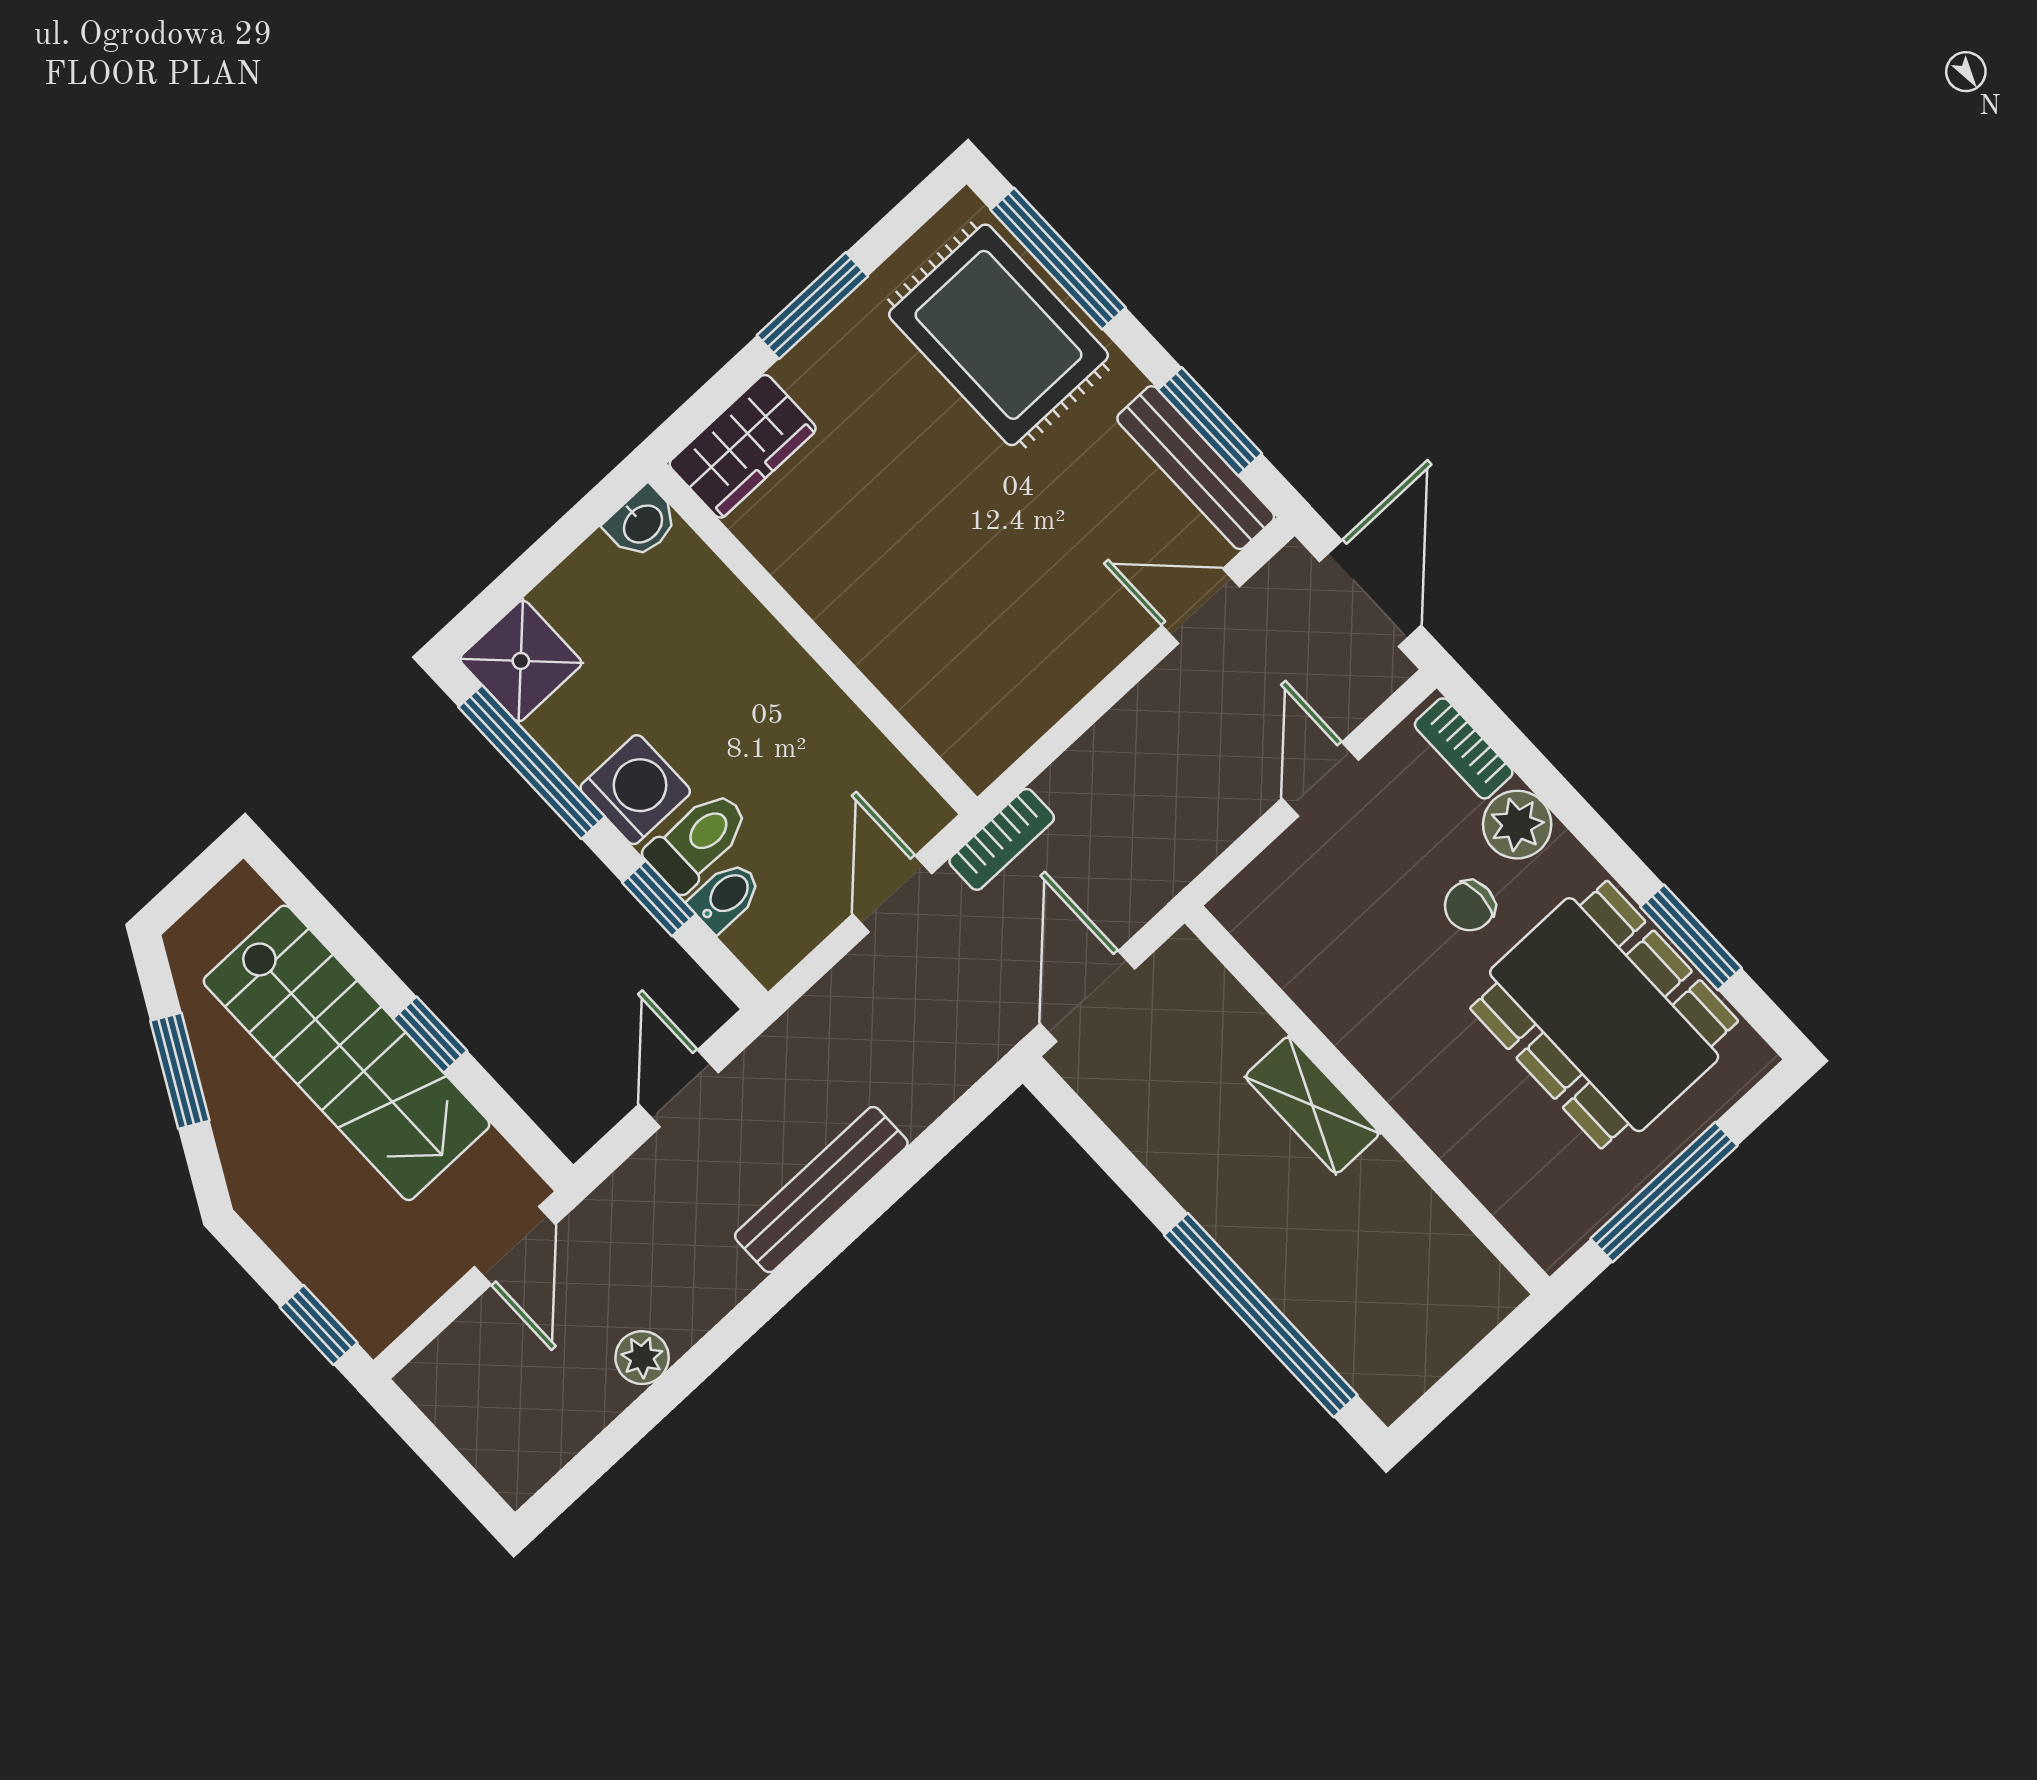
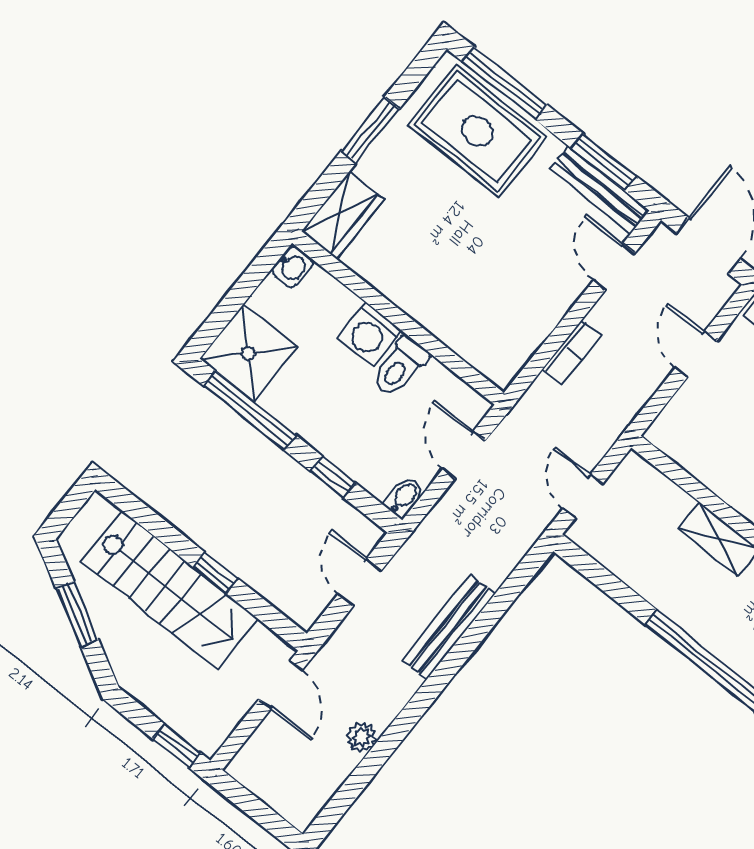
door: (1201, 606) -> (614, 267), hinge flipped
shower: (521, 661) -> (248, 353), width x1.36, depth x1.36
washing machine: (635, 790) -> (370, 334), moved, turned 180
bookcase: (1002, 839) -> (572, 352), moved
toilet: (698, 841) -> (400, 367), moved, turned 180
bidet: (726, 896) -> (404, 497), moved
door: (1088, 996) -> (583, 496), width x0.73

